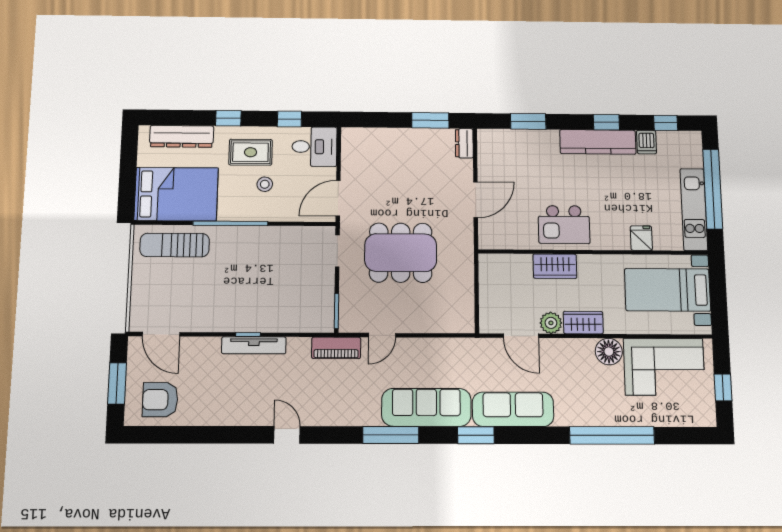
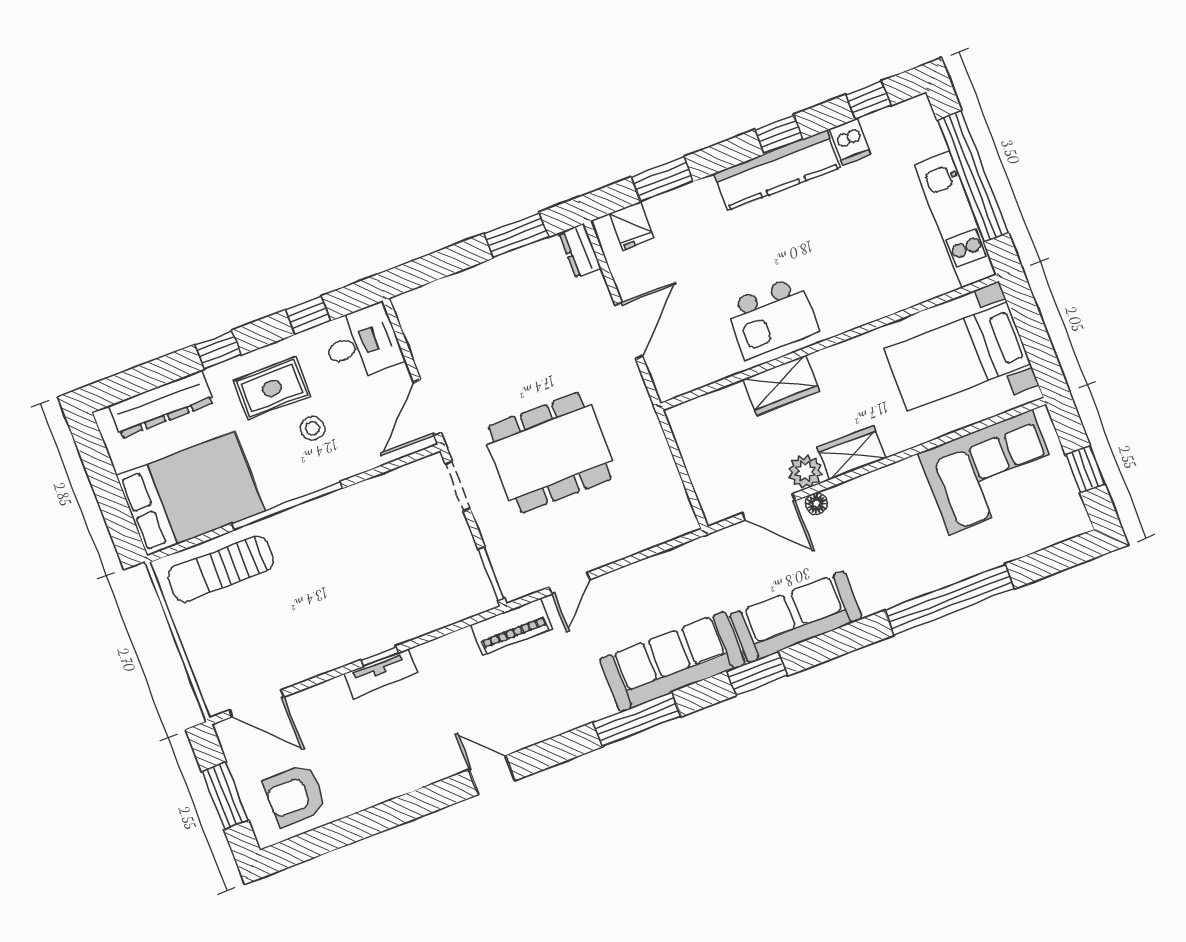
fridge: (641, 238) -> (632, 226), moved, turned 180
tv unit: (254, 345) -> (381, 673), width x0.71
floor lamp: (609, 352) -> (816, 504), moved, width x0.53, depth x0.53

